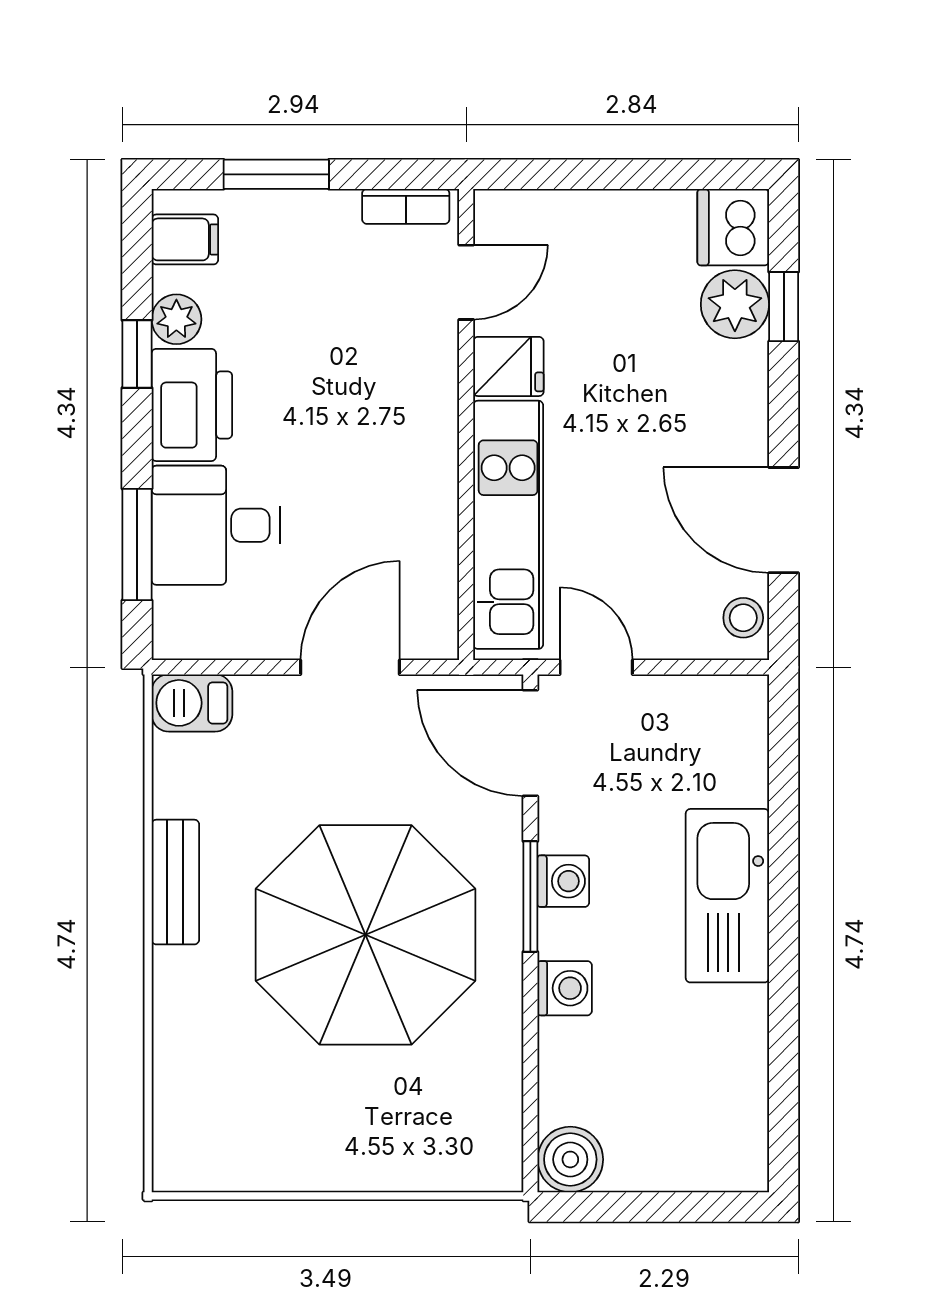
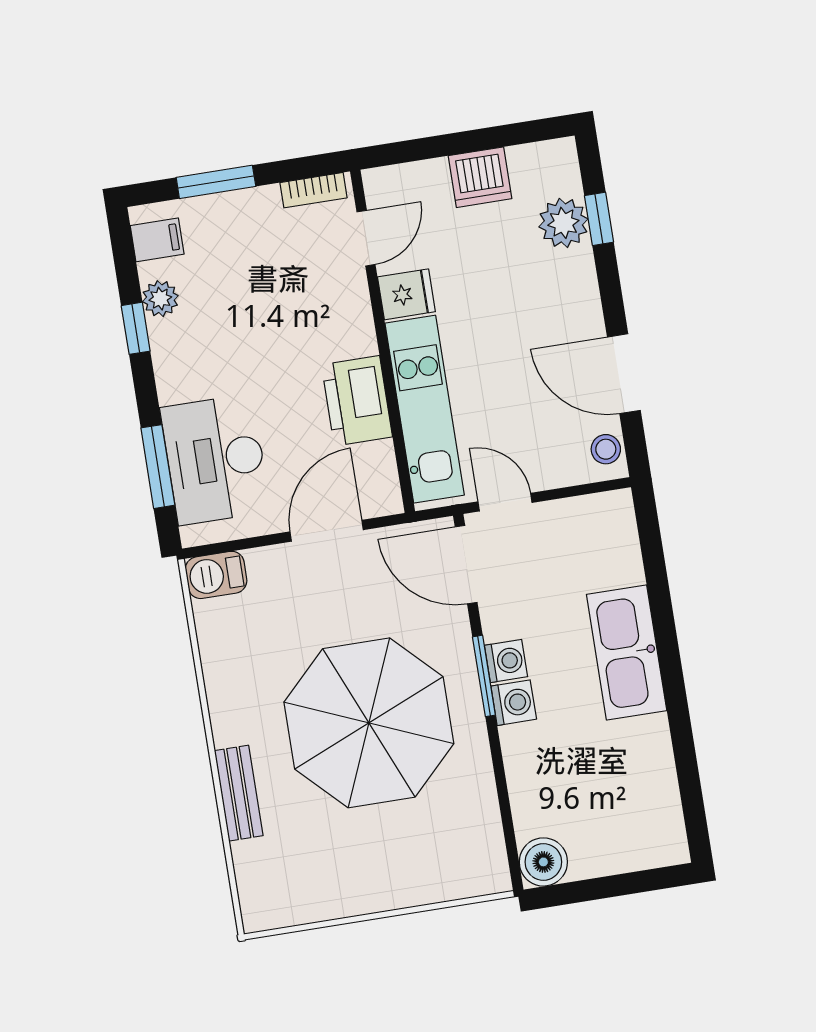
dishwasher: (733, 227) -> (480, 177), moved, turned -90
printer: (192, 405) -> (357, 401), moved, turned 180
desk: (216, 525) -> (215, 459), width x1.37
bench: (175, 882) -> (239, 793), moved
washing machine: (565, 988) -> (514, 703), moved

